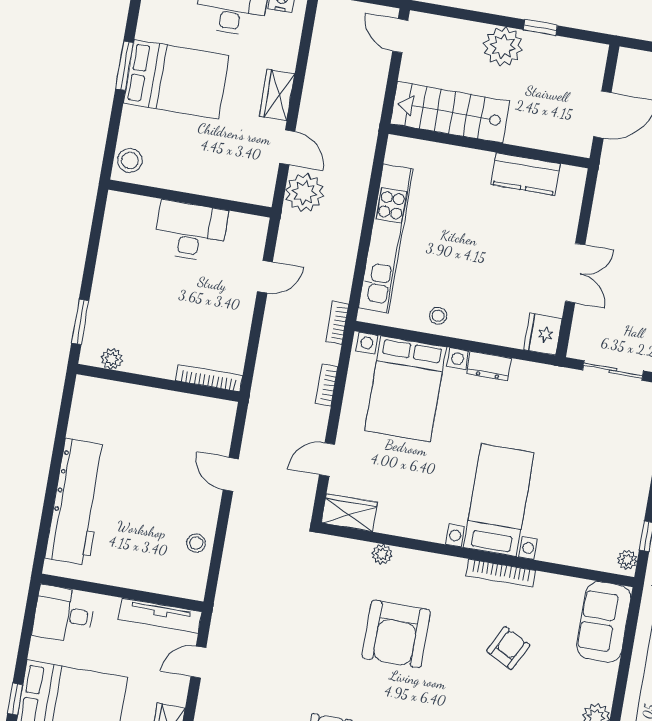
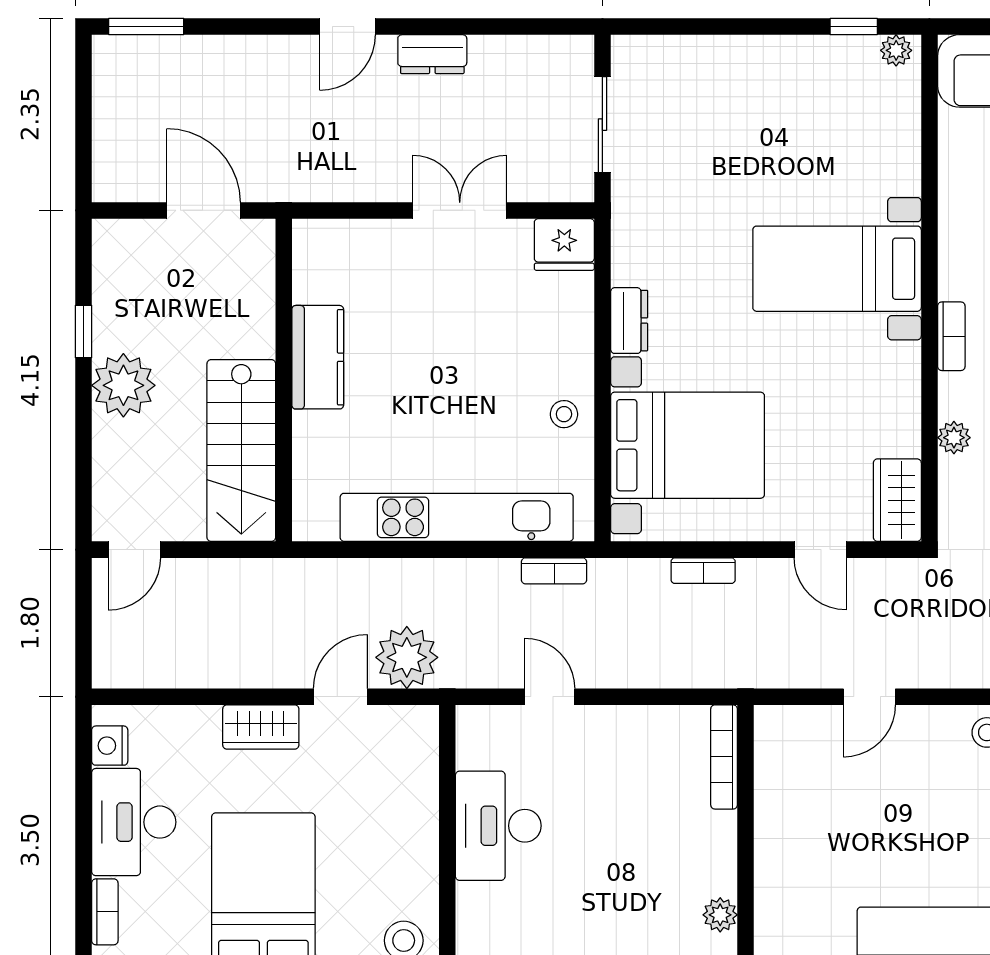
kitchen counter: (525, 174) -> (318, 357), moved
bookcase: (337, 323) -> (554, 571), moved
bookcase: (501, 573) -> (951, 336), moved, width x0.64

